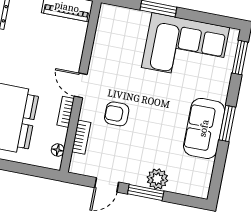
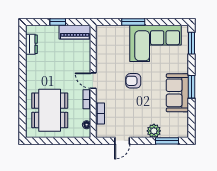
armchair: (117, 114) -> (133, 81), moved
window: (146, 192) -> (167, 141), moved

